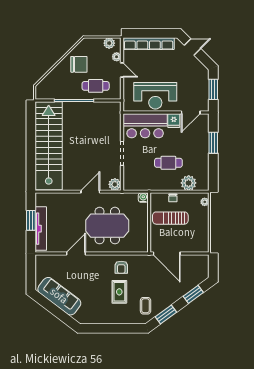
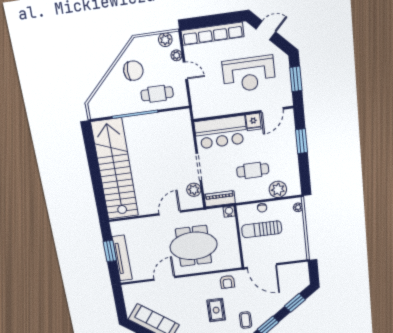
reception desk: (155, 96) -> (249, 74), moved
plant: (115, 184) -> (194, 190), moved
piano: (136, 185) -> (220, 199), added
armchair: (121, 267) -> (227, 282), moved

